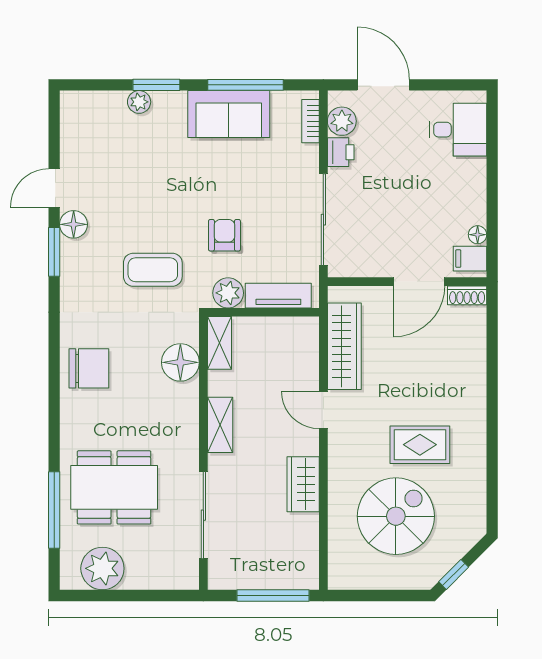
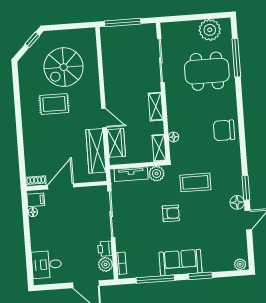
plant: (139, 102) -> (240, 264), moved
sofa: (229, 114) -> (181, 262), moved
armchair: (224, 235) -> (171, 213), moved, turned -90
floor lamp: (180, 362) -> (174, 137), width x0.53, depth x0.53
wardrobe: (303, 484) -> (116, 143), moved

